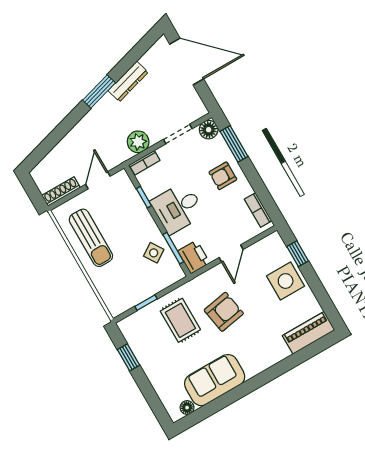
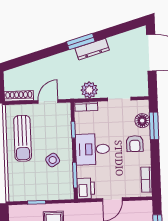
dresser: (128, 81) -> (92, 49), moved
floor lamp: (209, 130) -> (142, 121), moved
armchair: (223, 176) -> (135, 144), turned -90
side table: (154, 253) -> (53, 160), moved

